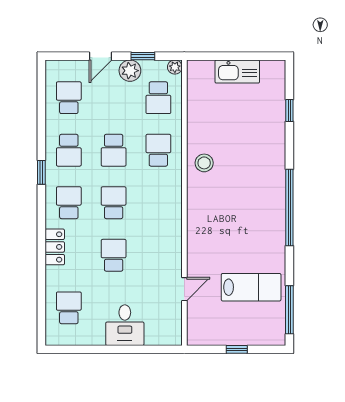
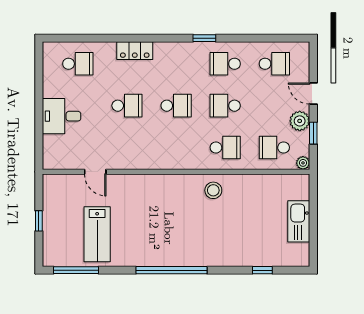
school desk: (69, 203) -> (176, 64), removed

